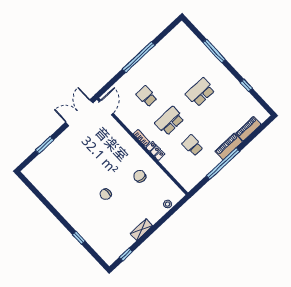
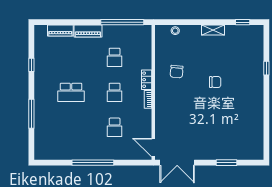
door: (106, 107) -> (153, 148), hinge flipped
school desk: (170, 121) -> (115, 92), width x0.54
window: (223, 164) -> (122, 22), moved

